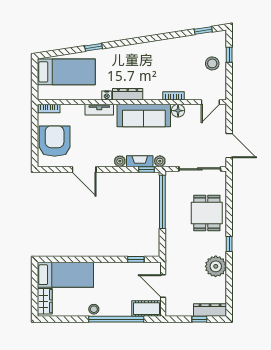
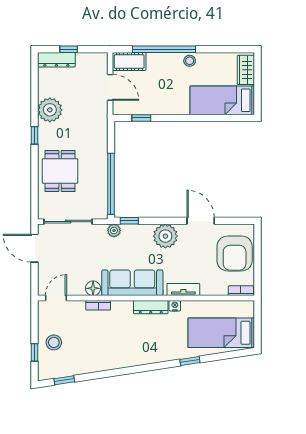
plant: (120, 161) -> (165, 236), width x1.88, depth x1.88
fireplace: (140, 161) -> (137, 230), removed

